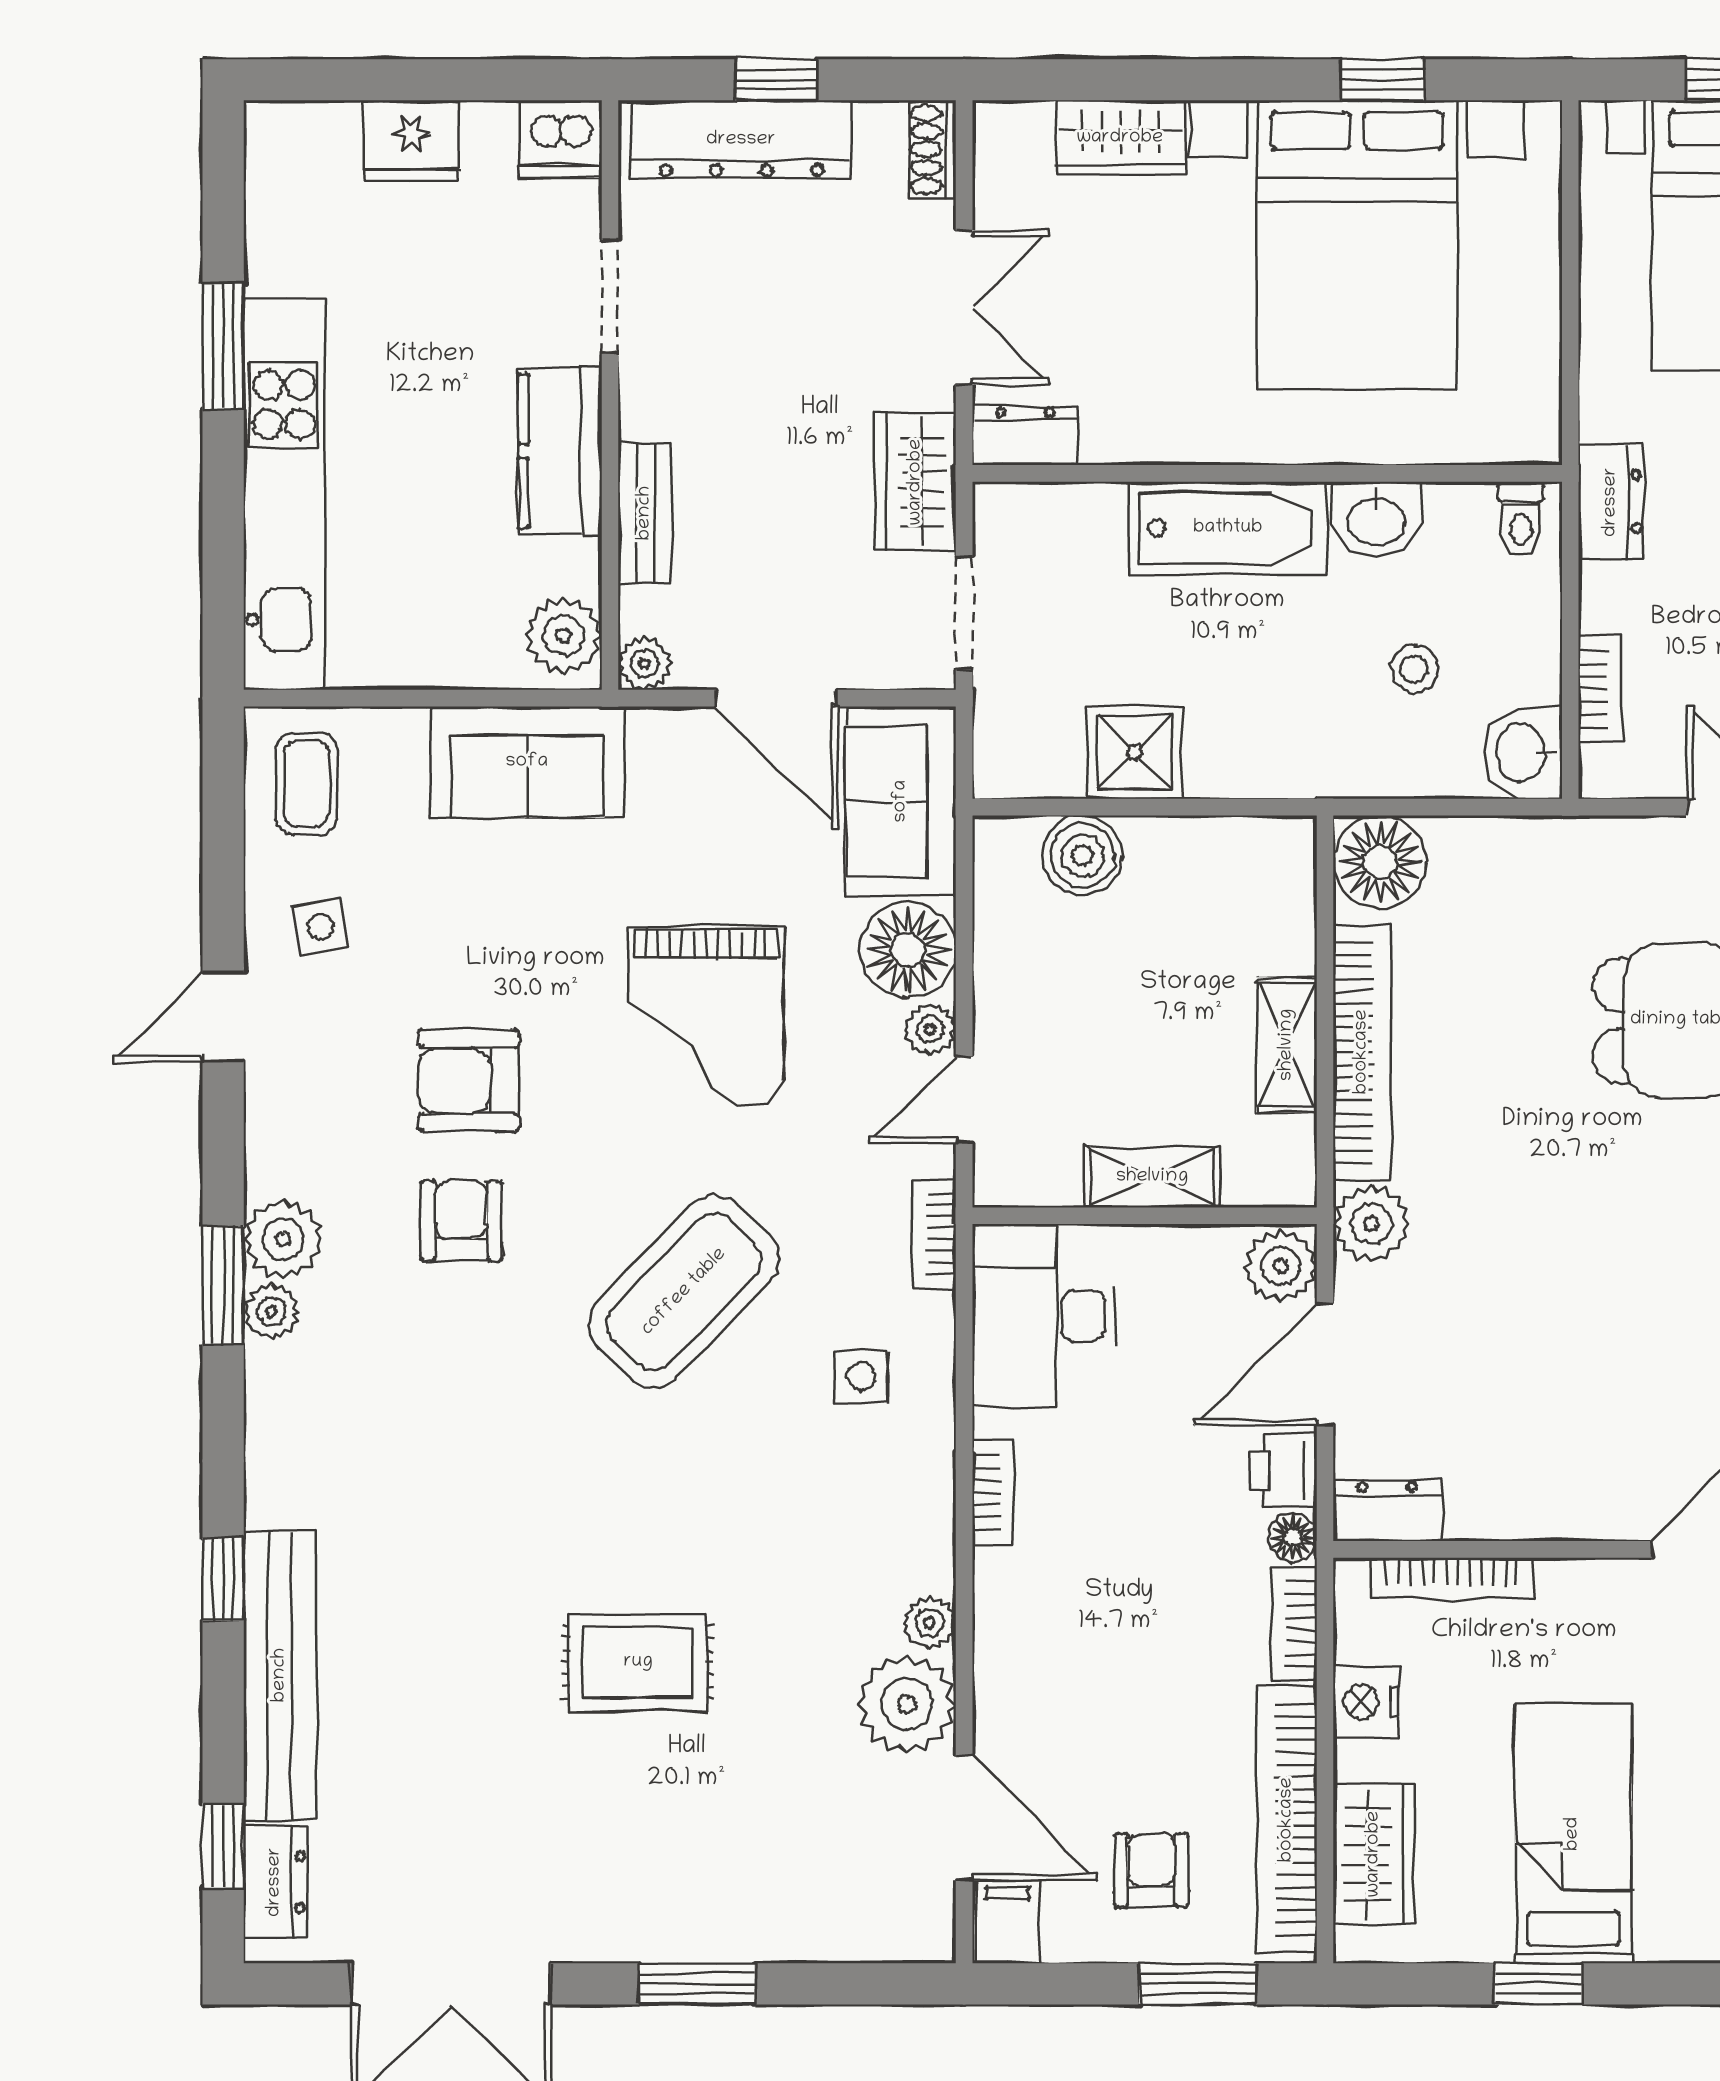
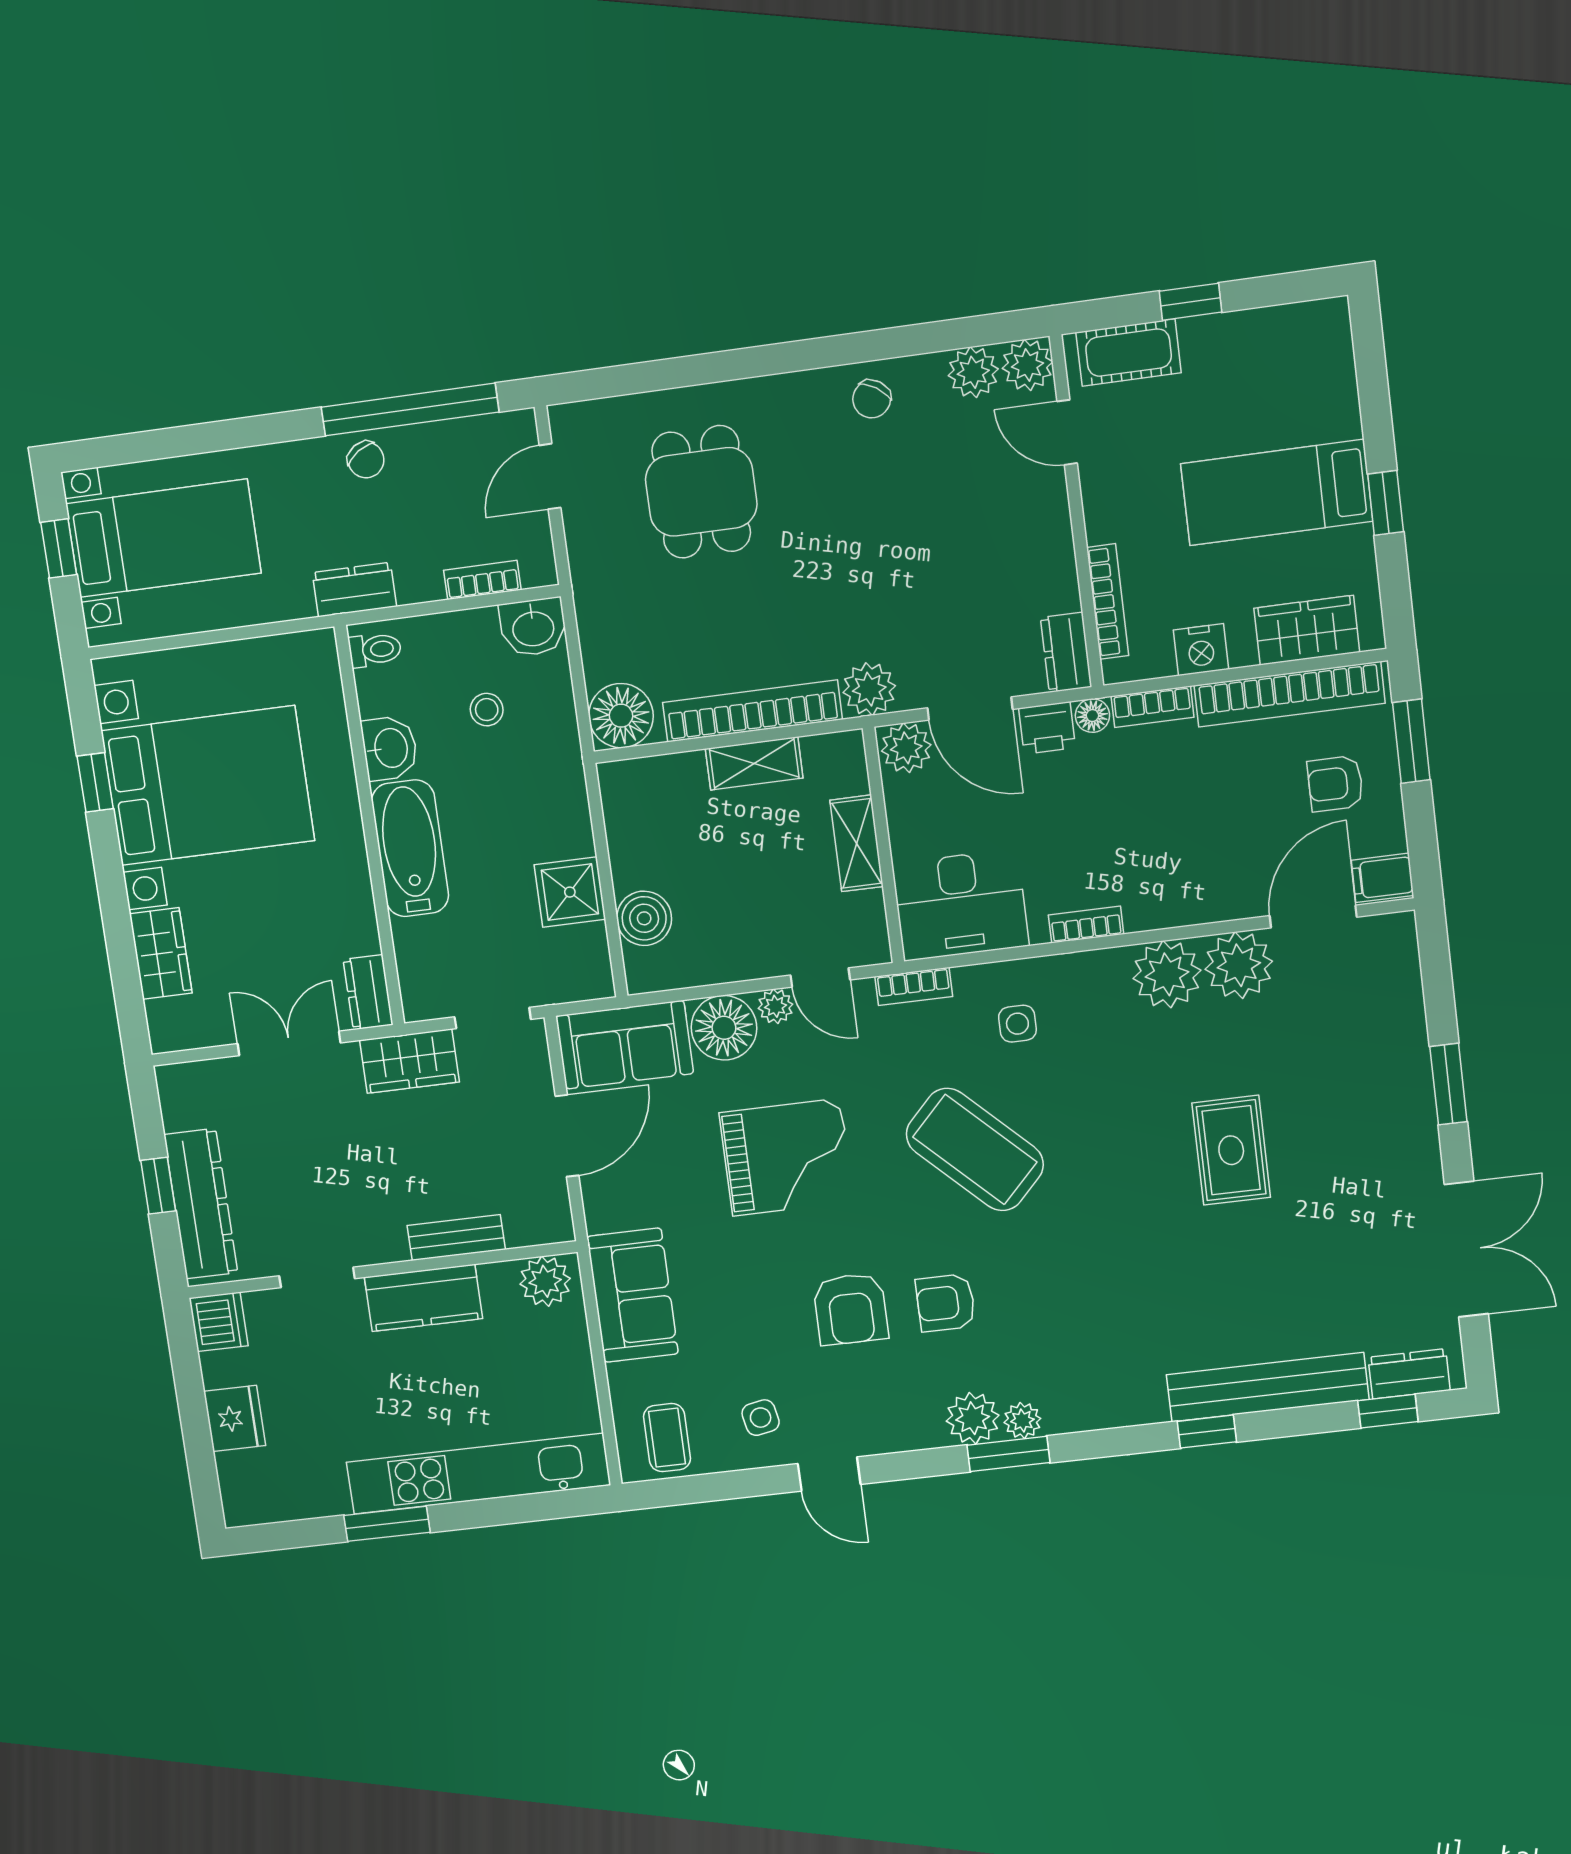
shoe rack: (932, 150) -> (188, 1078), removed
plant: (645, 664) -> (556, 1226), removed
coffee table: (306, 784) -> (667, 1438), turned 90
plant: (930, 1623) -> (1167, 974), width x1.88, depth x1.88

